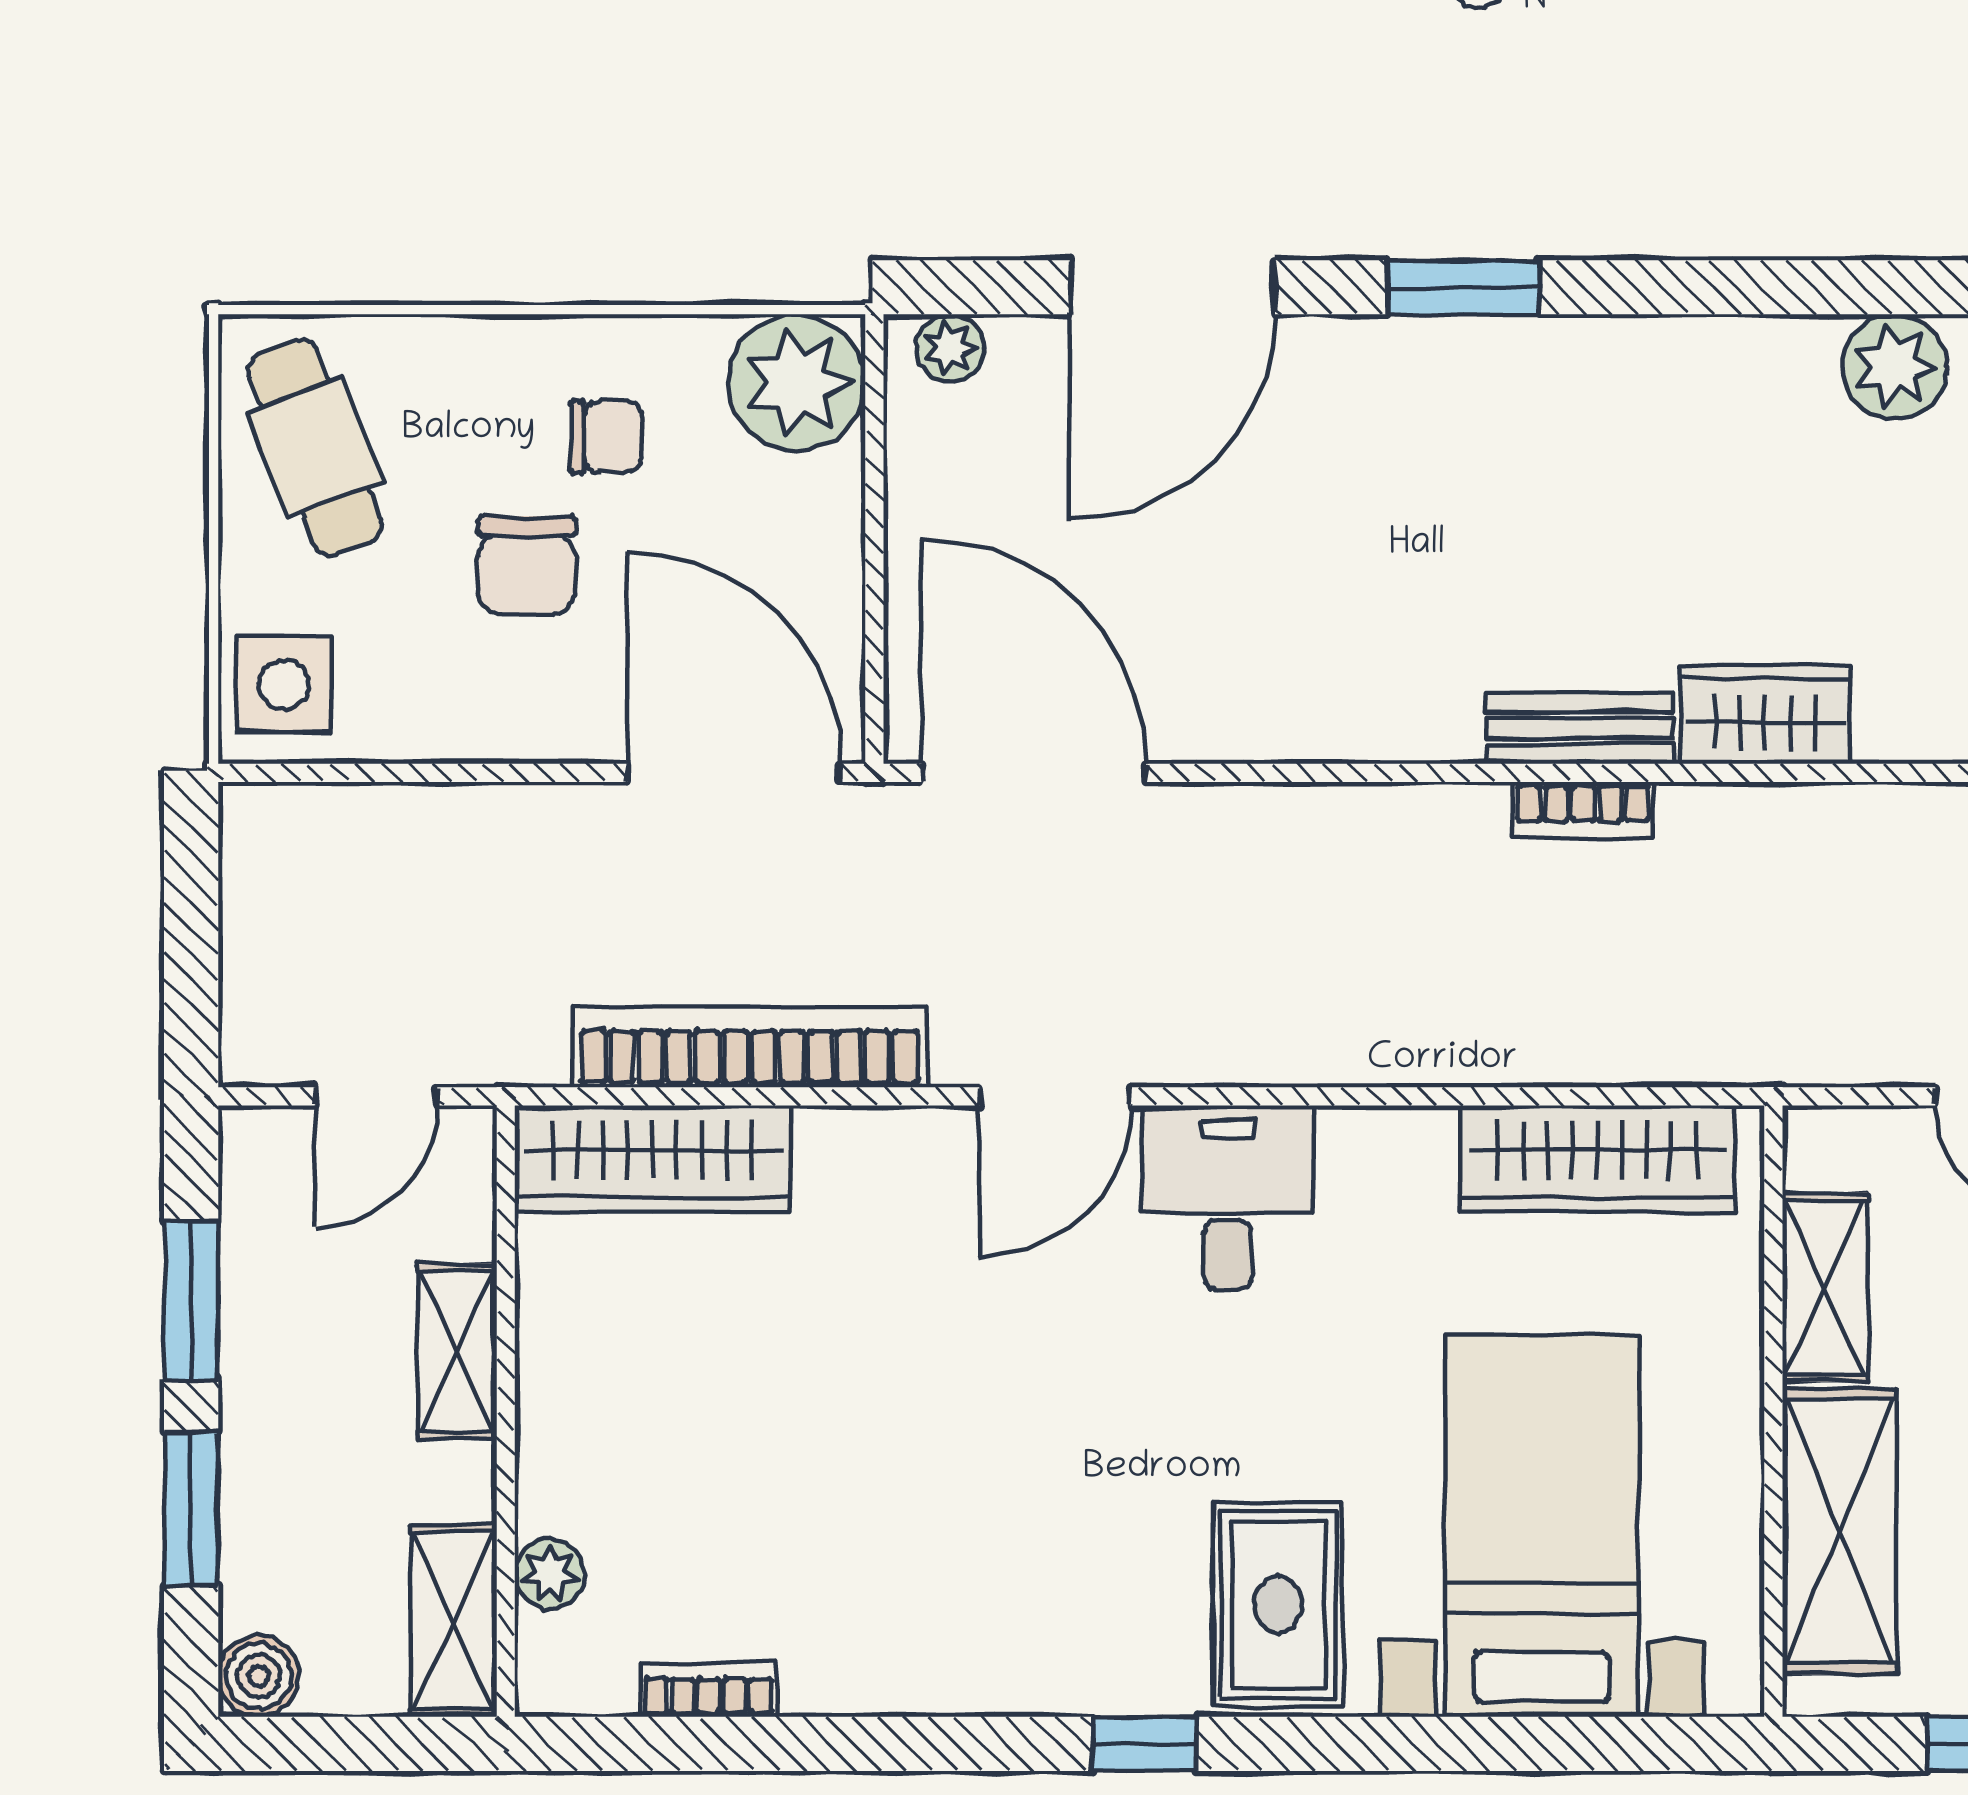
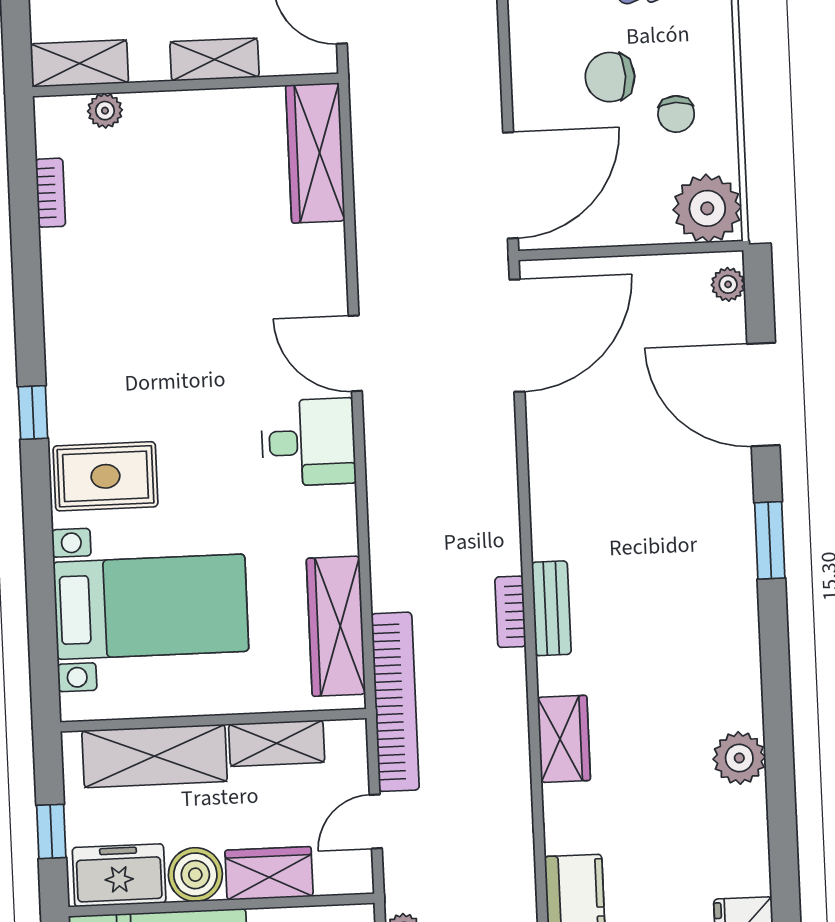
wardrobe: (1765, 714) -> (564, 739), moved
bookcase: (750, 1047) -> (395, 702), moved

